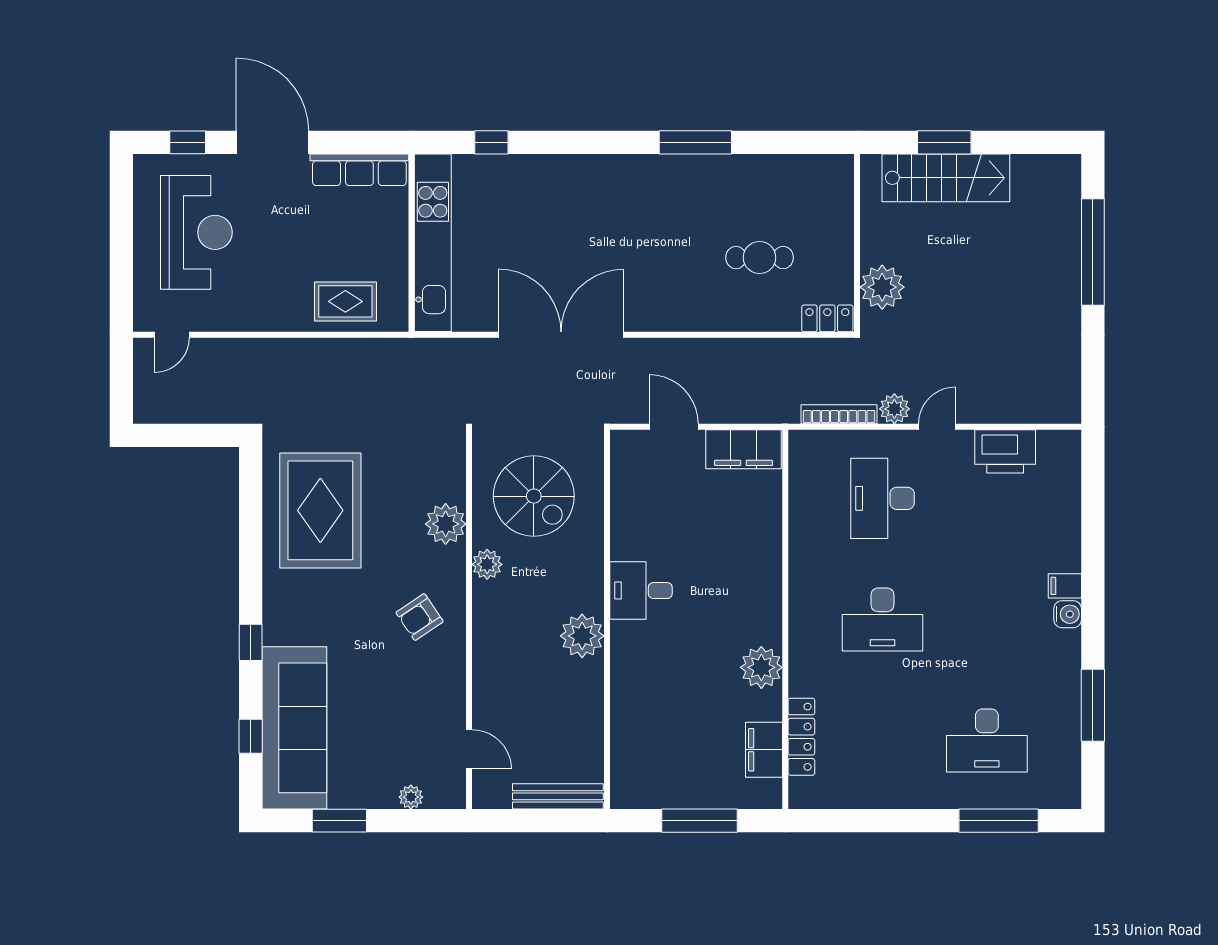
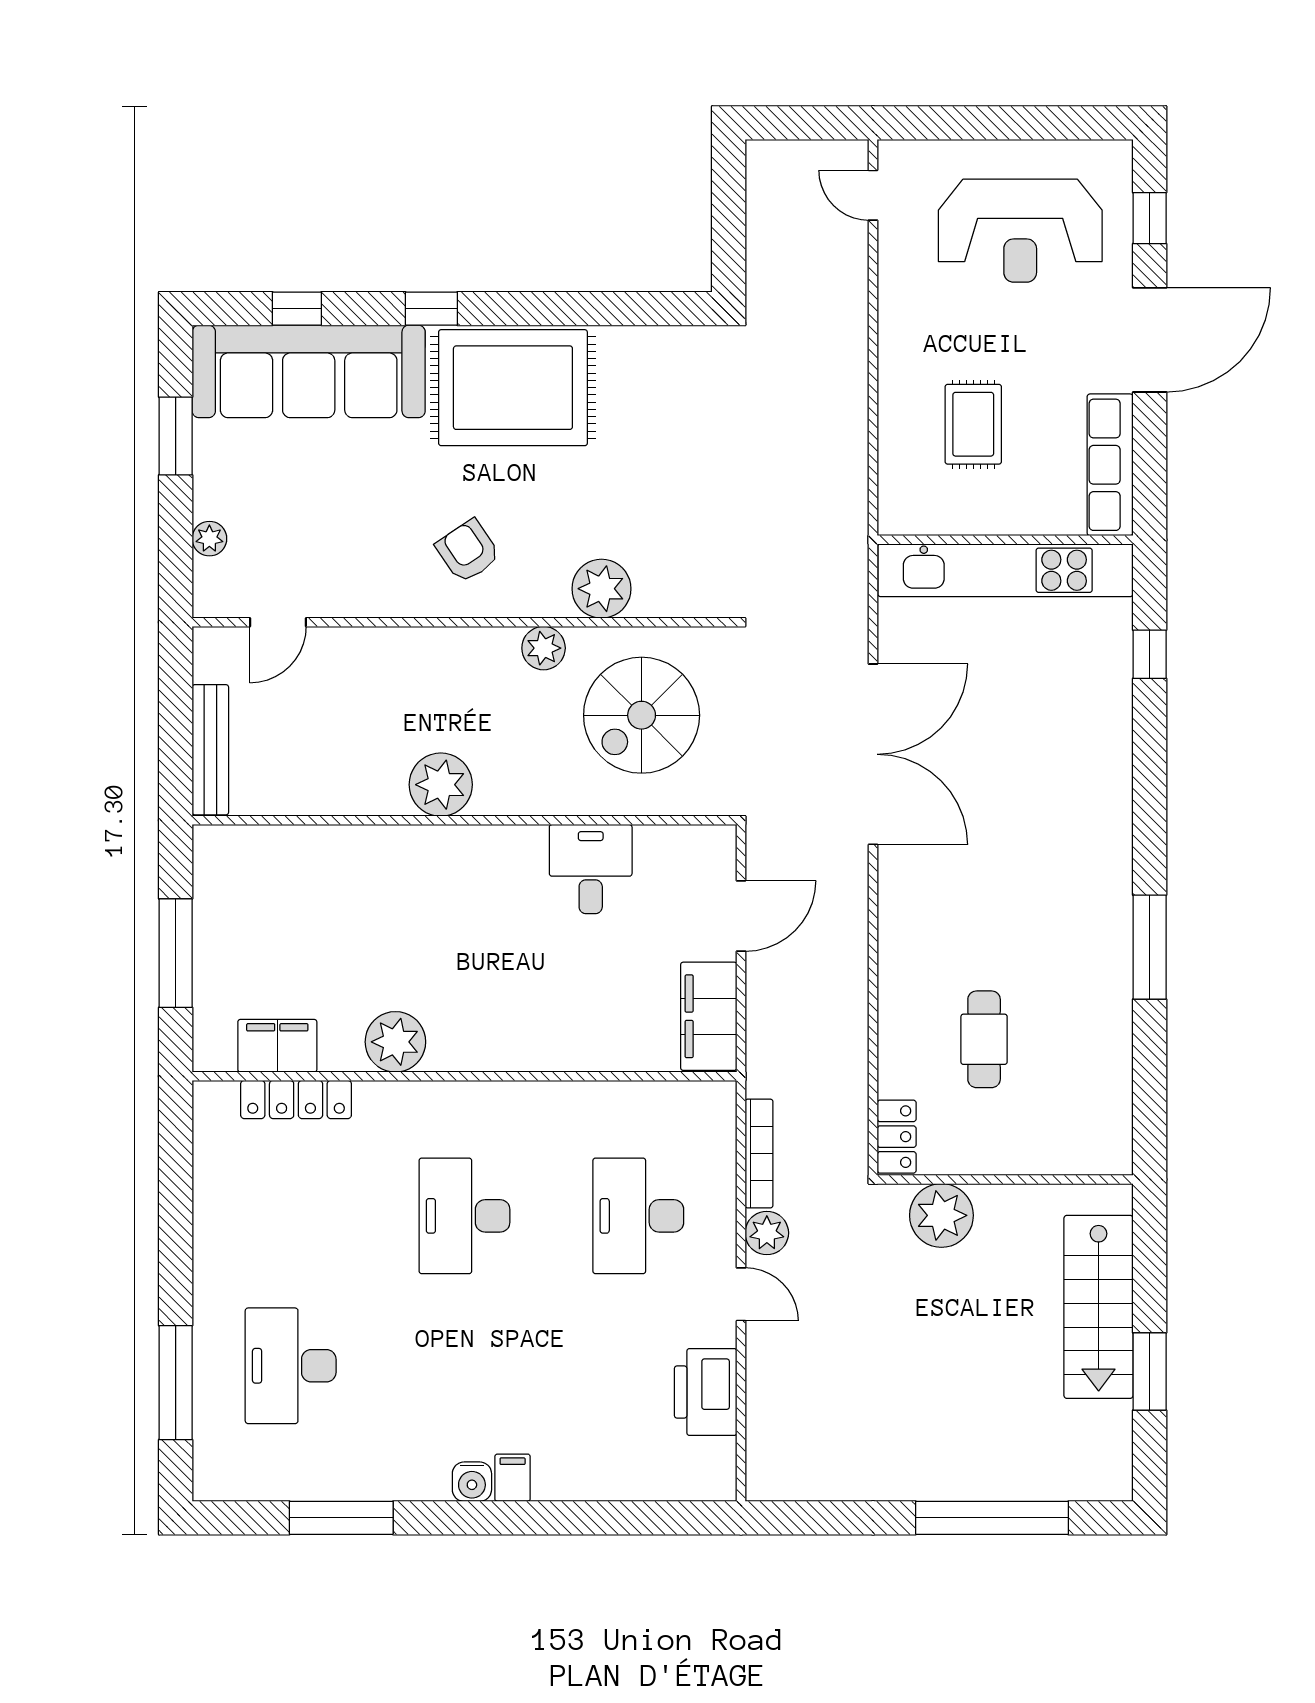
window: (944, 142) -> (1150, 1372), moved
rug: (345, 301) -> (973, 424), moved
desk: (883, 498) -> (638, 1216), turned -90
rug: (320, 510) -> (513, 388), moved
desk: (641, 591) -> (591, 869), moved

